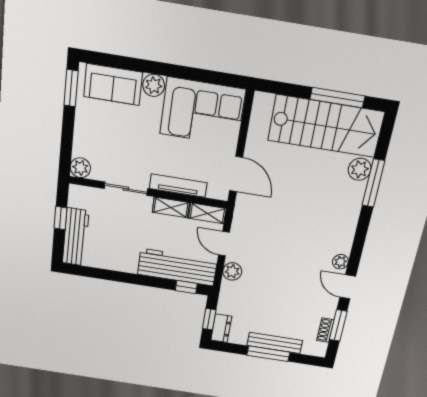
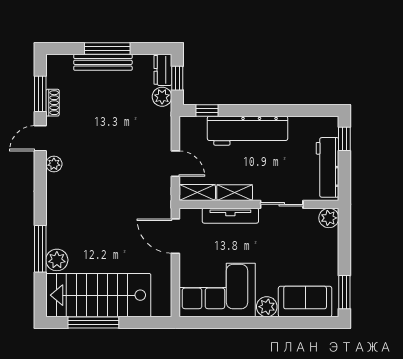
window: (61, 218) -> (344, 139), moved
workbench: (76, 237) -> (328, 167), moved
workbench: (177, 267) -> (248, 131), moved
plant: (232, 271) -> (162, 97), moved
door: (348, 287) -> (40, 138), swing flipped
shoe rack: (325, 330) -> (53, 103), moved

